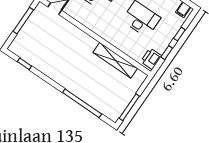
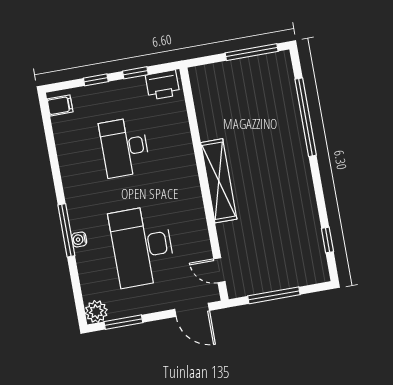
shelving: (115, 60) -> (219, 181), moved

